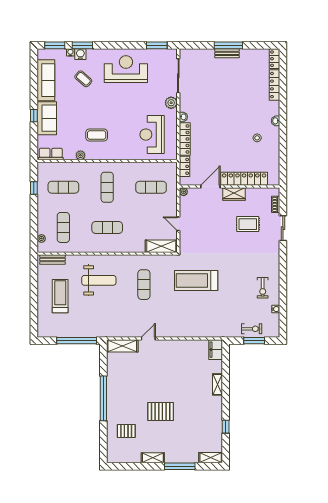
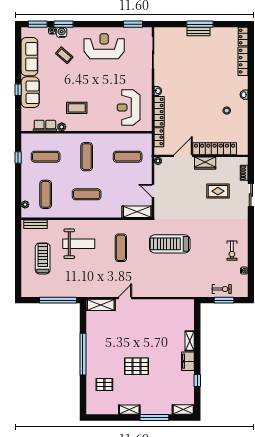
plant: (171, 103) -> (146, 78), removed
row of seats: (51, 154) -> (45, 126), moved
filing cabinet: (216, 350) -> (188, 361), moved

